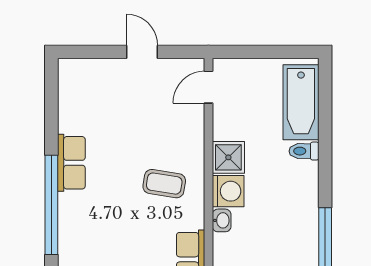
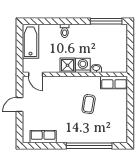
bathtub: (301, 102) -> (30, 41), moved, turned -90
row of seats: (71, 163) -> (43, 137), moved
coffee table: (164, 184) -> (89, 104), moved

